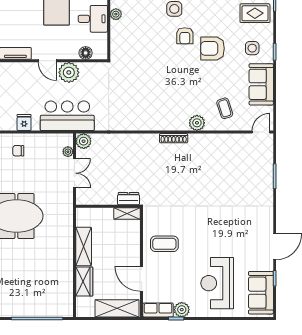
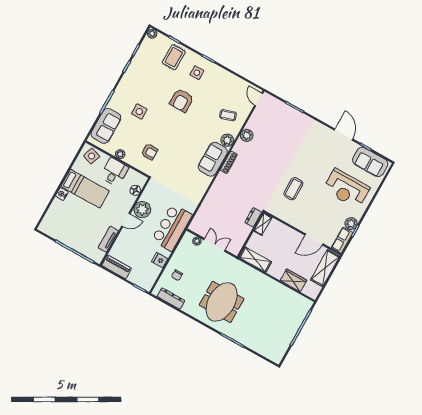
armchair: (185, 36) -> (149, 152), moved
sofa: (261, 84) -> (213, 159), moved, turned 90
plant: (84, 141) -> (247, 135), moved
coffee table: (164, 244) -> (293, 189), moved
shelving: (84, 246) -> (255, 260), moved

